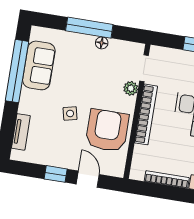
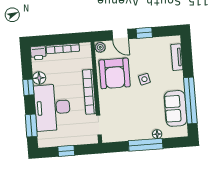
floor lamp: (102, 43) -> (157, 134), moved
plant: (131, 88) -> (100, 47), moved

